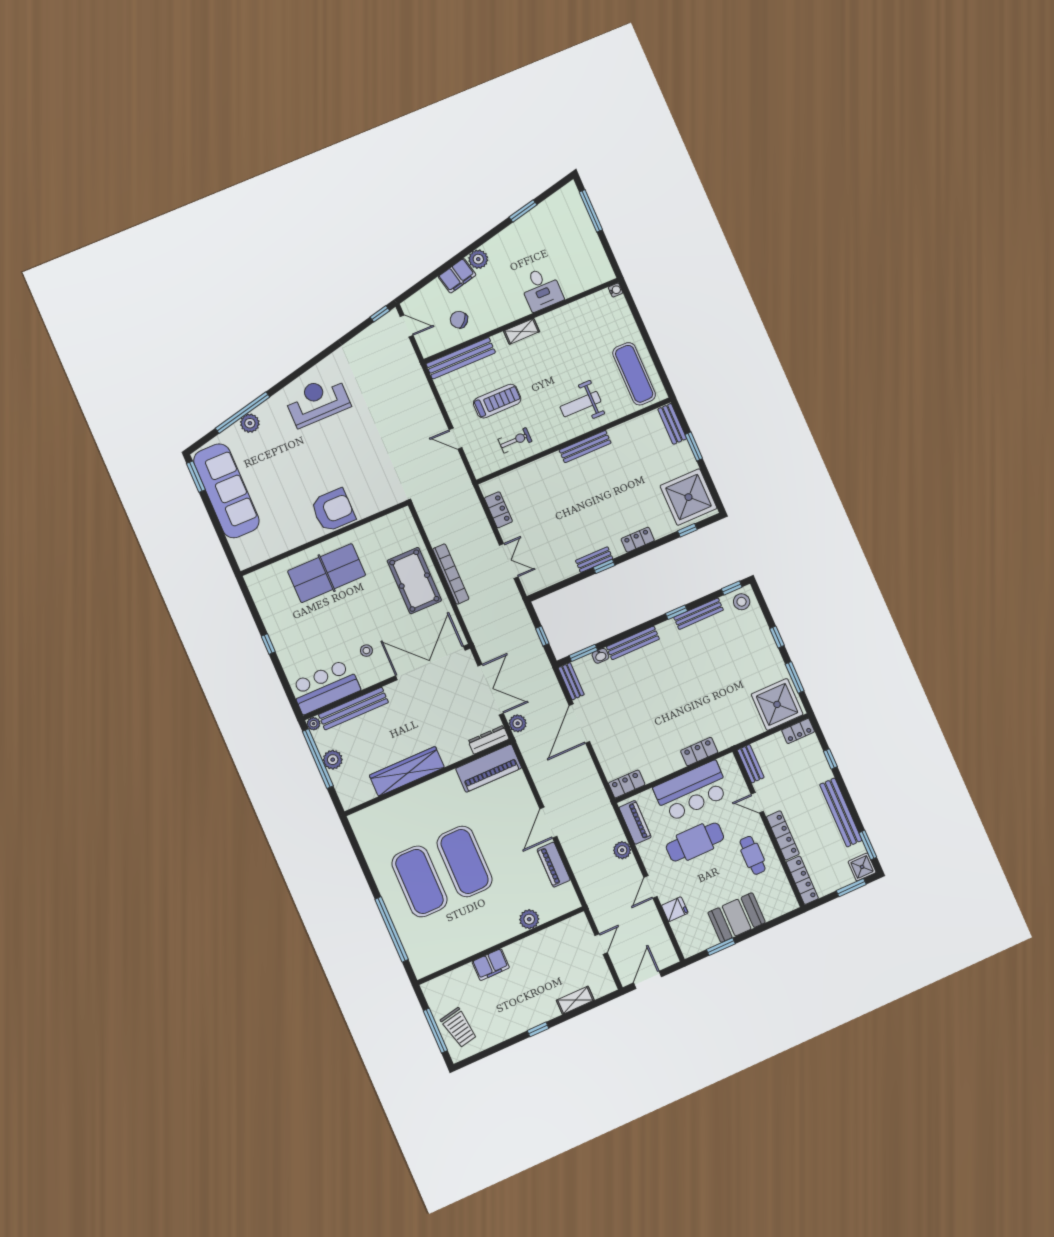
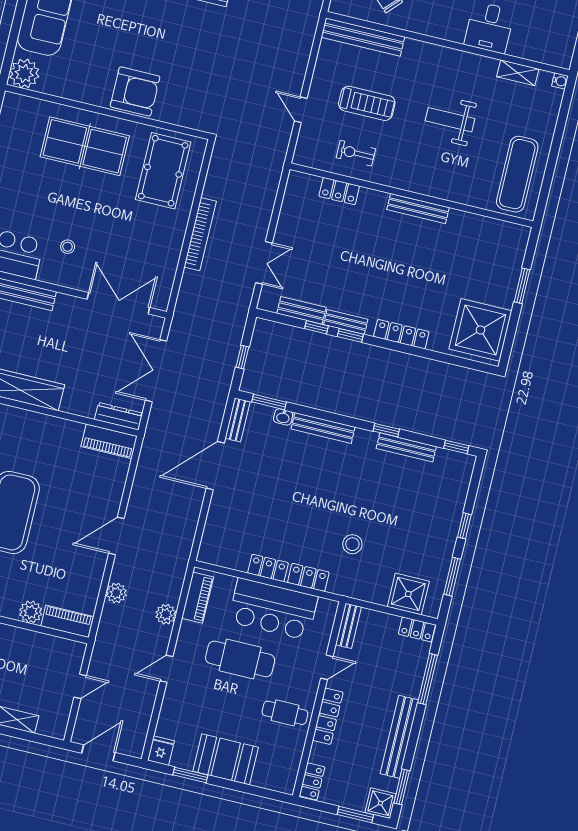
shelving: (522, 331) -> (518, 73), moved
weight bench: (580, 404) -> (450, 120), moved
bench: (672, 424) -> (301, 310), moved, turned 90
exercise bike: (515, 440) -> (356, 153), turned 180
locker: (498, 510) -> (339, 191), moved, turned 90
window: (687, 530) -> (316, 327), moved
locker: (638, 540) -> (401, 334), width x1.53
plant: (247, 554) -> (24, 73), added
pool table: (414, 581) -> (163, 171), moved
stool: (742, 602) -> (352, 544), moved
double door: (430, 663) -> (118, 303), width x0.73
double door: (491, 690) -> (156, 371), swing flipped
shower: (777, 704) -> (408, 594), width x0.73, depth x0.73
plant: (518, 723) -> (116, 593), moved
window: (830, 759) -> (428, 679), width x2.17
piano: (489, 768) -> (109, 441), width x0.73, depth x0.75
locker: (627, 784) -> (268, 568), moved
door: (757, 803) -> (327, 667), swing flipped
cafe table: (753, 855) -> (285, 713), turned 90
piano: (554, 865) -> (67, 621), moved, turned 90
locker: (802, 880) -> (312, 781), width x0.66
fridge: (675, 909) -> (161, 751), moved, turned -90

